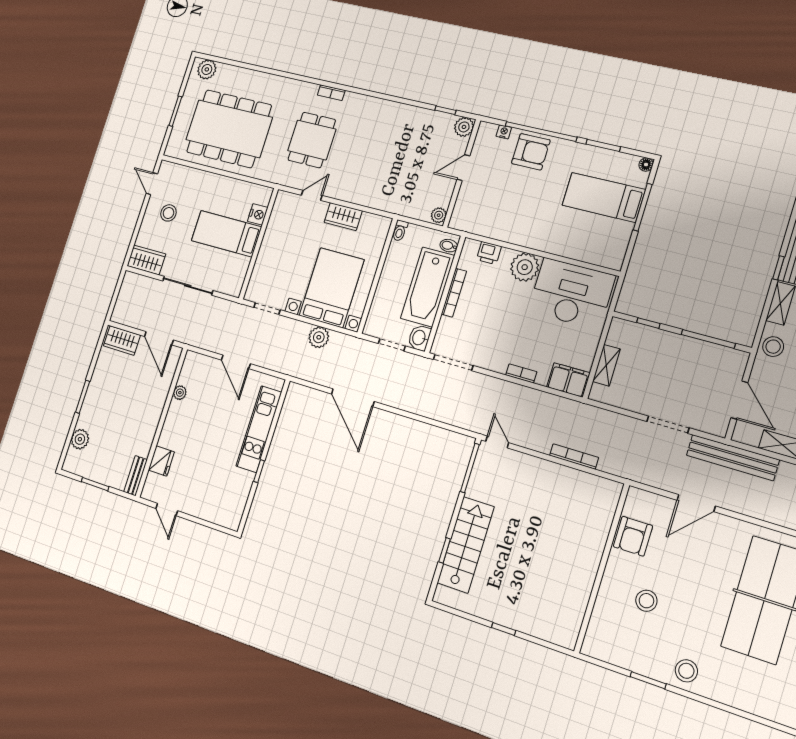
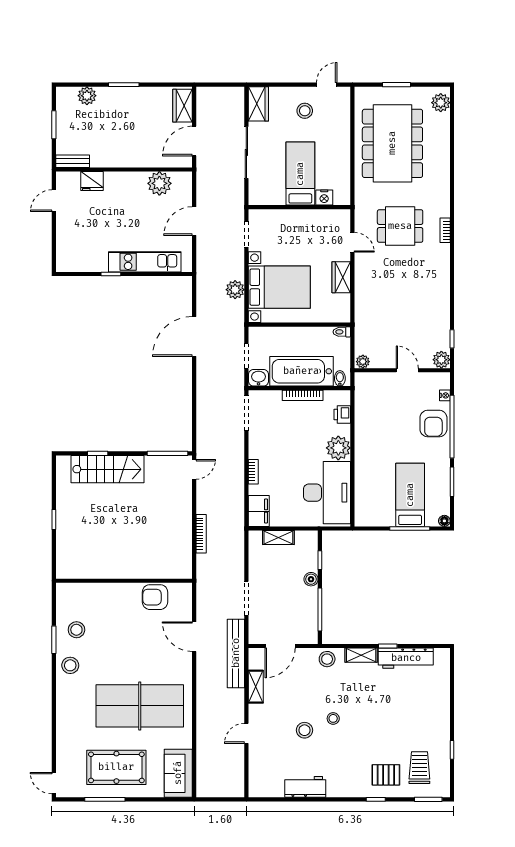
boiler: (668, 340) -> (311, 579), added
plant: (180, 393) -> (159, 183), width x1.87, depth x1.87
stool: (646, 601) -> (76, 630), moved

